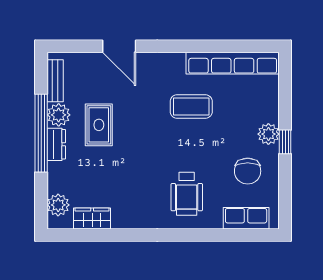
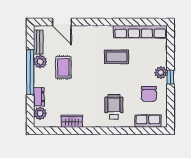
door: (119, 46) -> (62, 22), moved
dresser: (56, 144) -> (39, 97), moved
wheelchair: (187, 194) -> (114, 107), turned 180
wardrobe: (92, 218) -> (72, 121), moved

